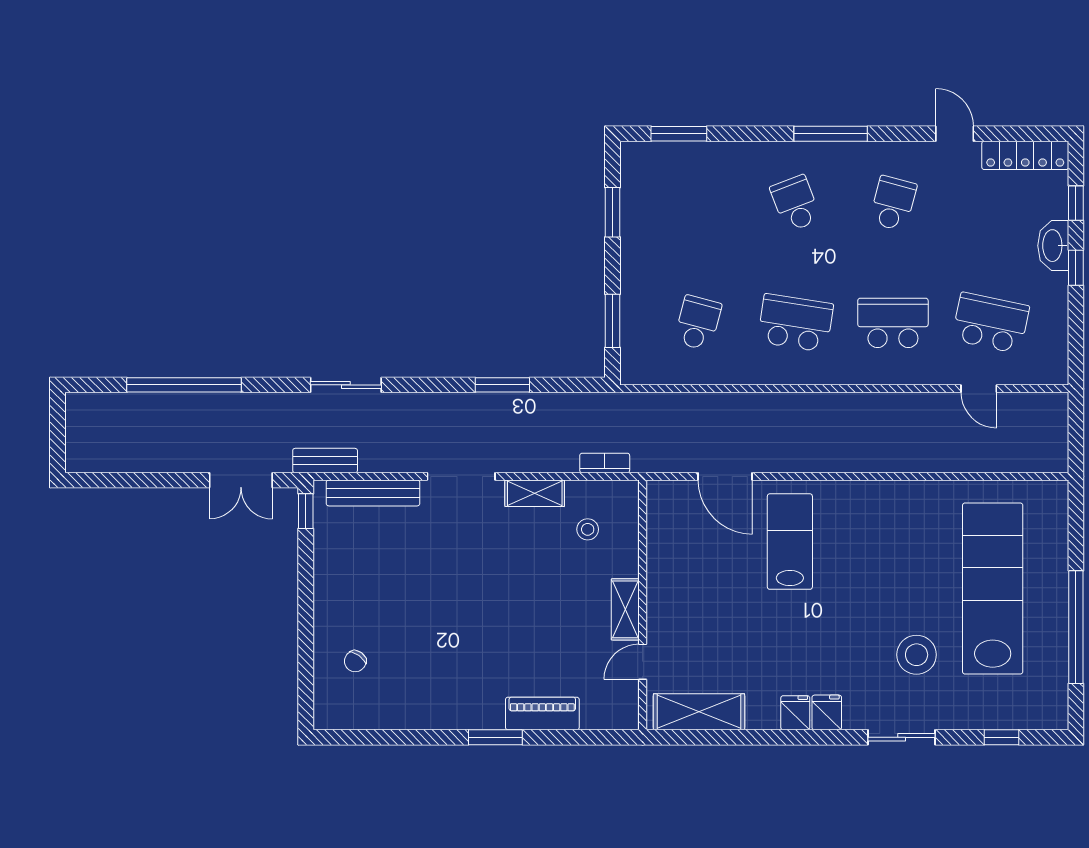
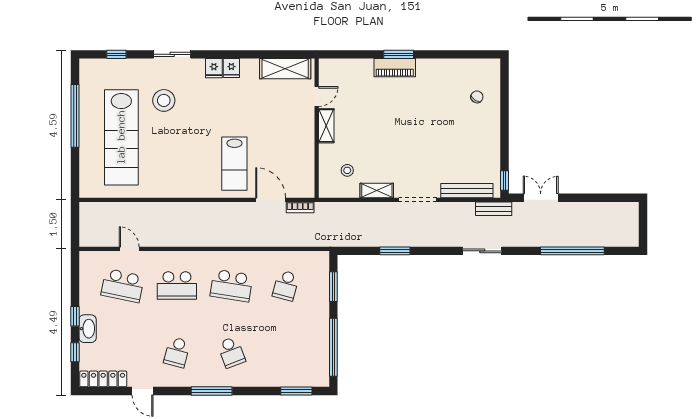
window: (613, 212) -> (333, 347), width x2.11
bookcase: (605, 463) -> (300, 207), moved
piano: (542, 713) -> (395, 68), moved

